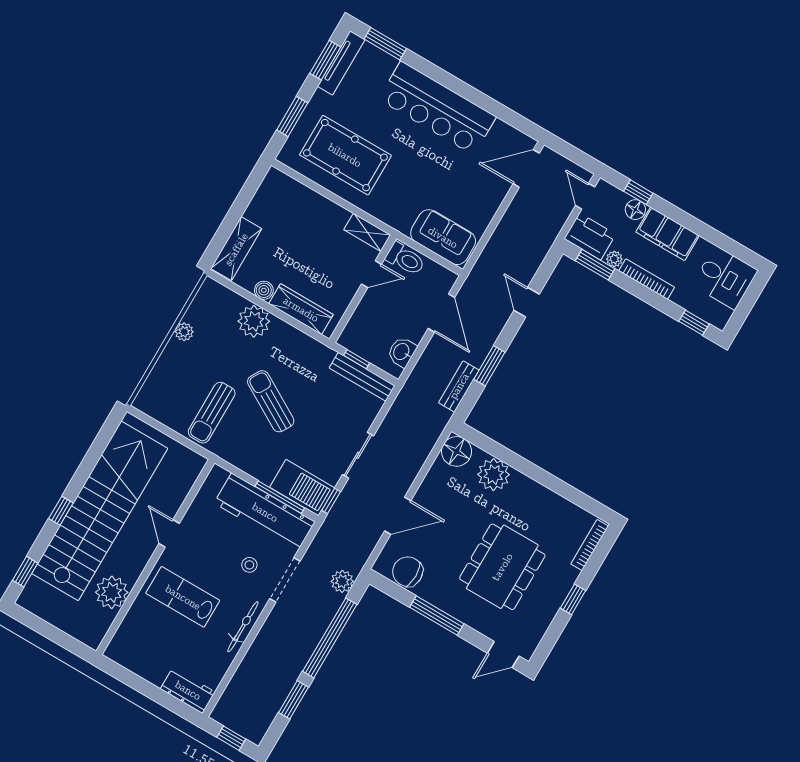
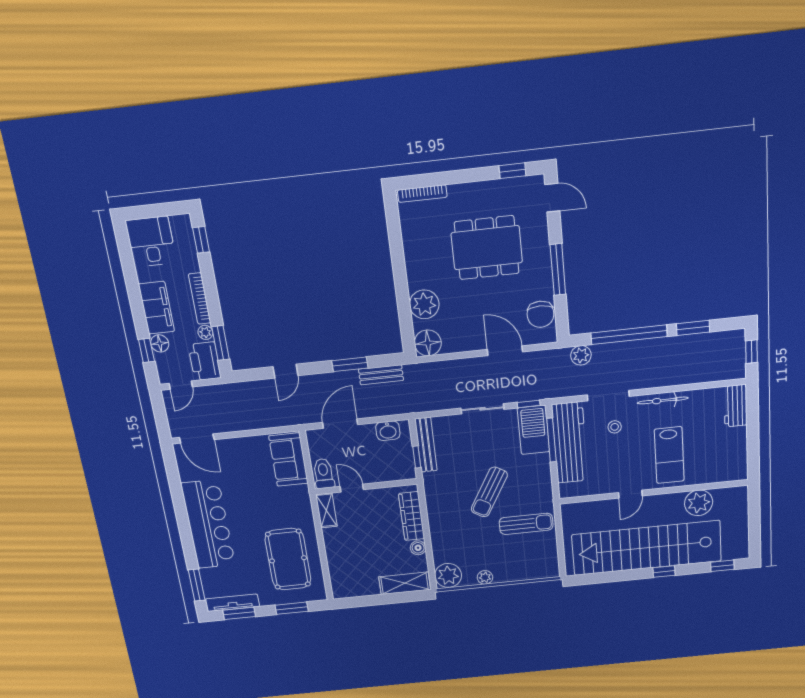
plant: (254, 321) -> (448, 575), moved
window: (573, 599) -> (512, 171), moved

